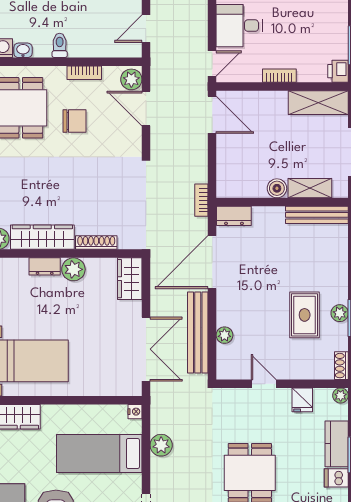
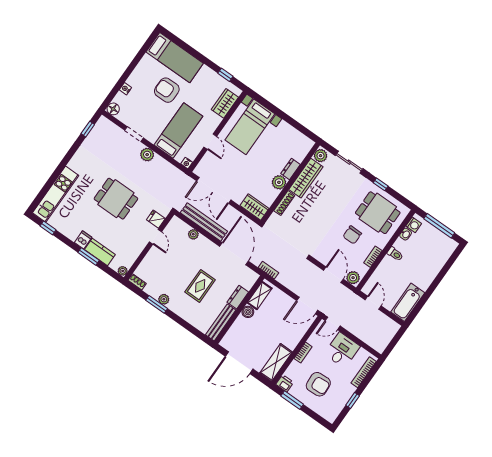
armchair: (307, 25) -> (318, 384), added
door: (212, 64) -> (333, 323), hinge flipped
door: (146, 109) -> (333, 275), hinge flipped
shelving: (310, 188) -> (260, 296), moved
dresser: (234, 216) -> (238, 297), moved
rug: (305, 315) -> (200, 286), moved, turned 90
door: (264, 384) -> (155, 237), hinge flipped
door: (84, 400) -> (210, 142), added
fridge: (302, 400) -> (156, 219), moved
plant: (161, 445) -> (147, 155), moved

